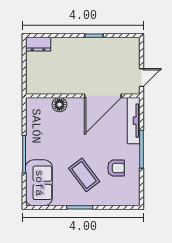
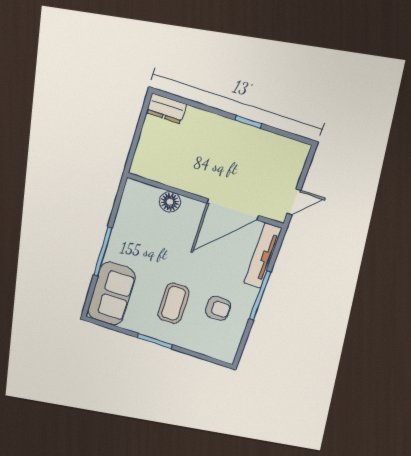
coffee table: (84, 175) -> (173, 303), turned 37

